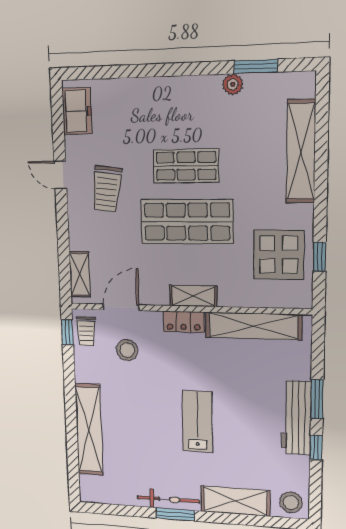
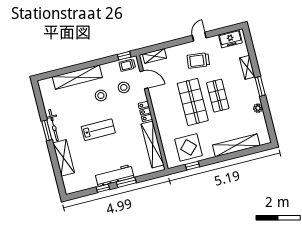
window: (256, 66) -> (260, 86), moved
shelving: (193, 296) -> (247, 67), moved
stool: (291, 502) -> (101, 96), moved

